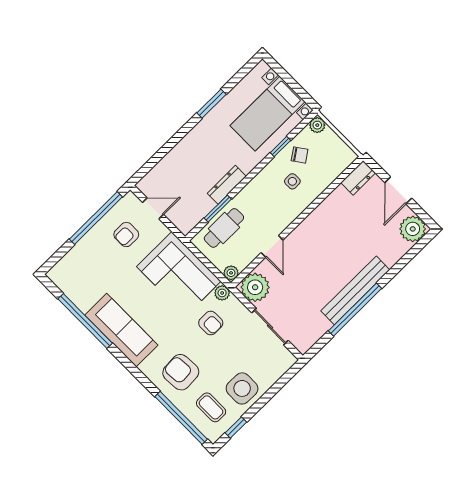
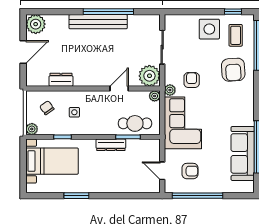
chair: (300, 155) -> (47, 108), moved
dresser: (358, 178) -> (61, 80), moved
sofa: (121, 330) -> (243, 153), moved

